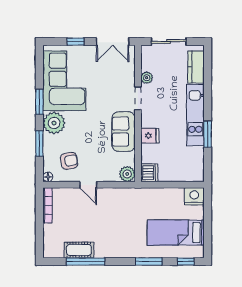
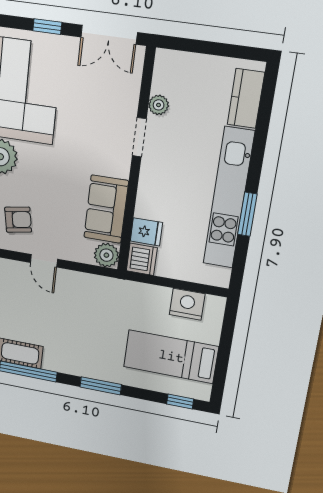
sliding door: (169, 42) -> (205, 47), removed
kitchen unit: (195, 115) -> (229, 198), width x1.36
sofa: (123, 132) -> (106, 209), moved
fridge: (150, 136) -> (146, 232), moved
nightstand: (194, 196) -> (187, 304), moved
window: (149, 262) -> (101, 386), moved

